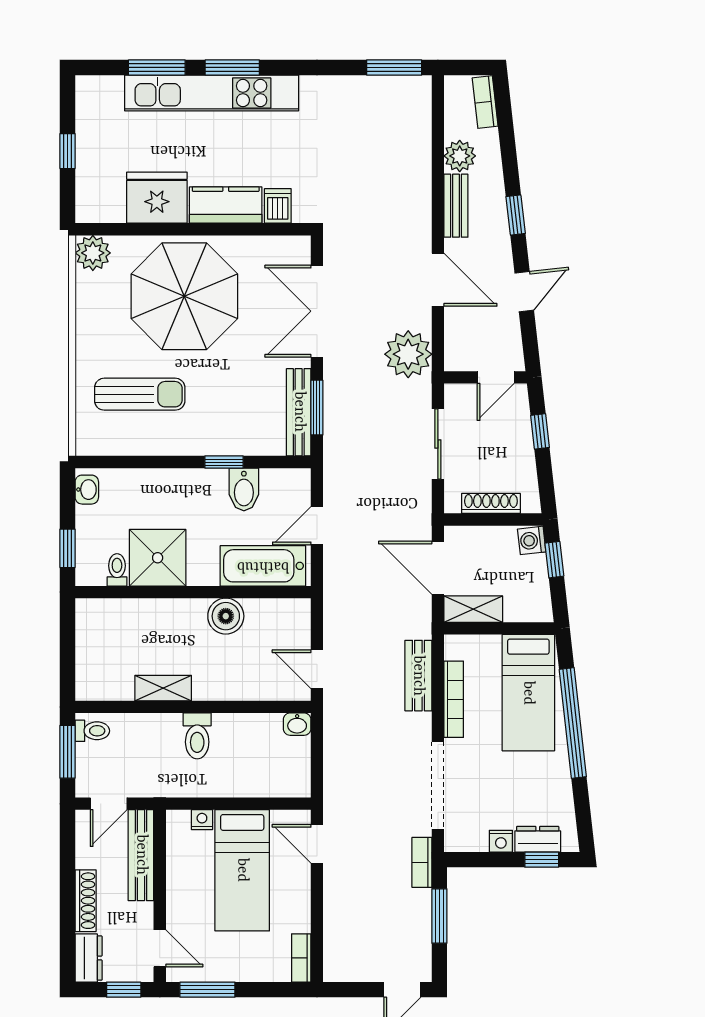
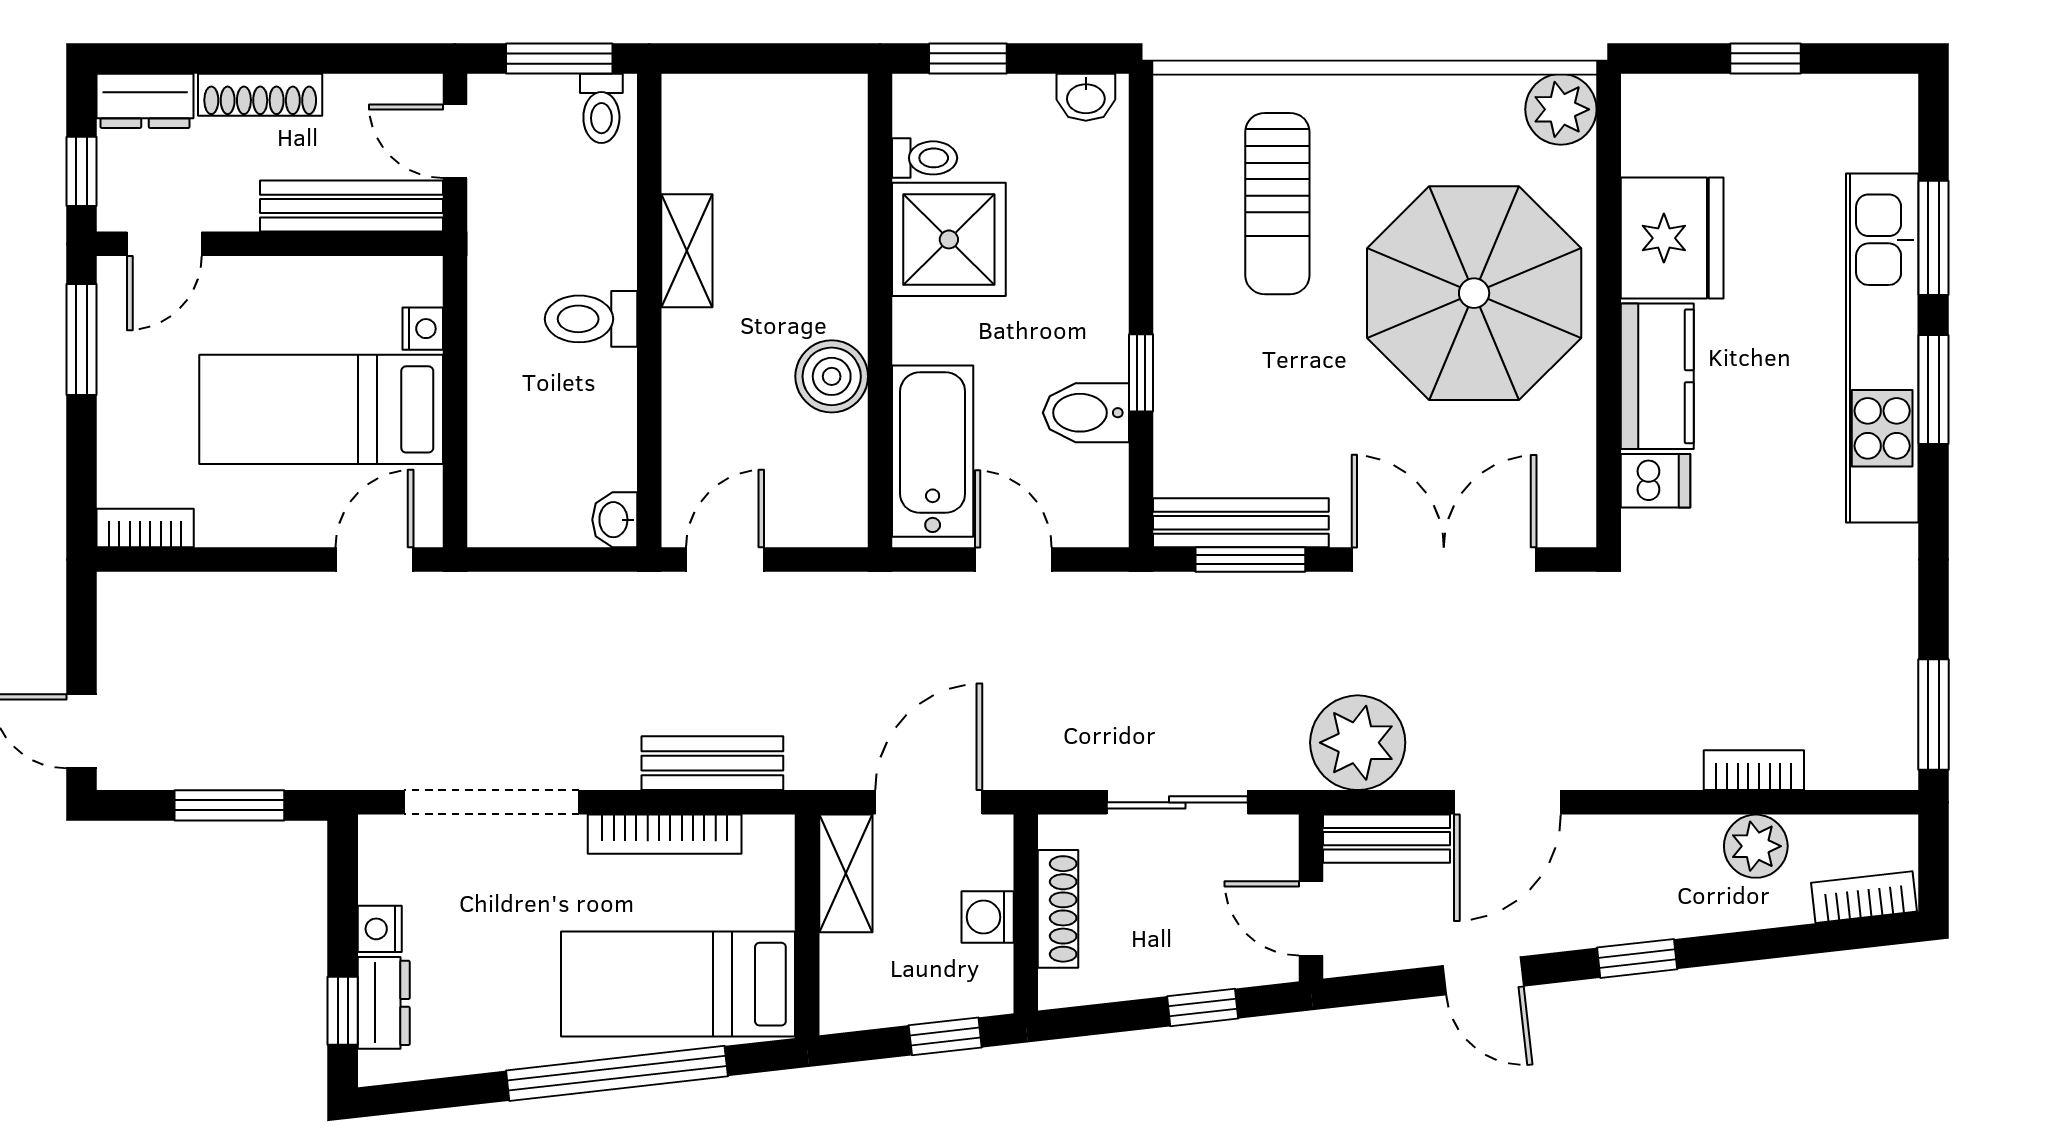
bench: (456, 206) -> (1387, 839), moved
washing machine: (532, 540) -> (988, 917), moved, turned -84
bookcase: (422, 862) -> (1754, 770), moved

